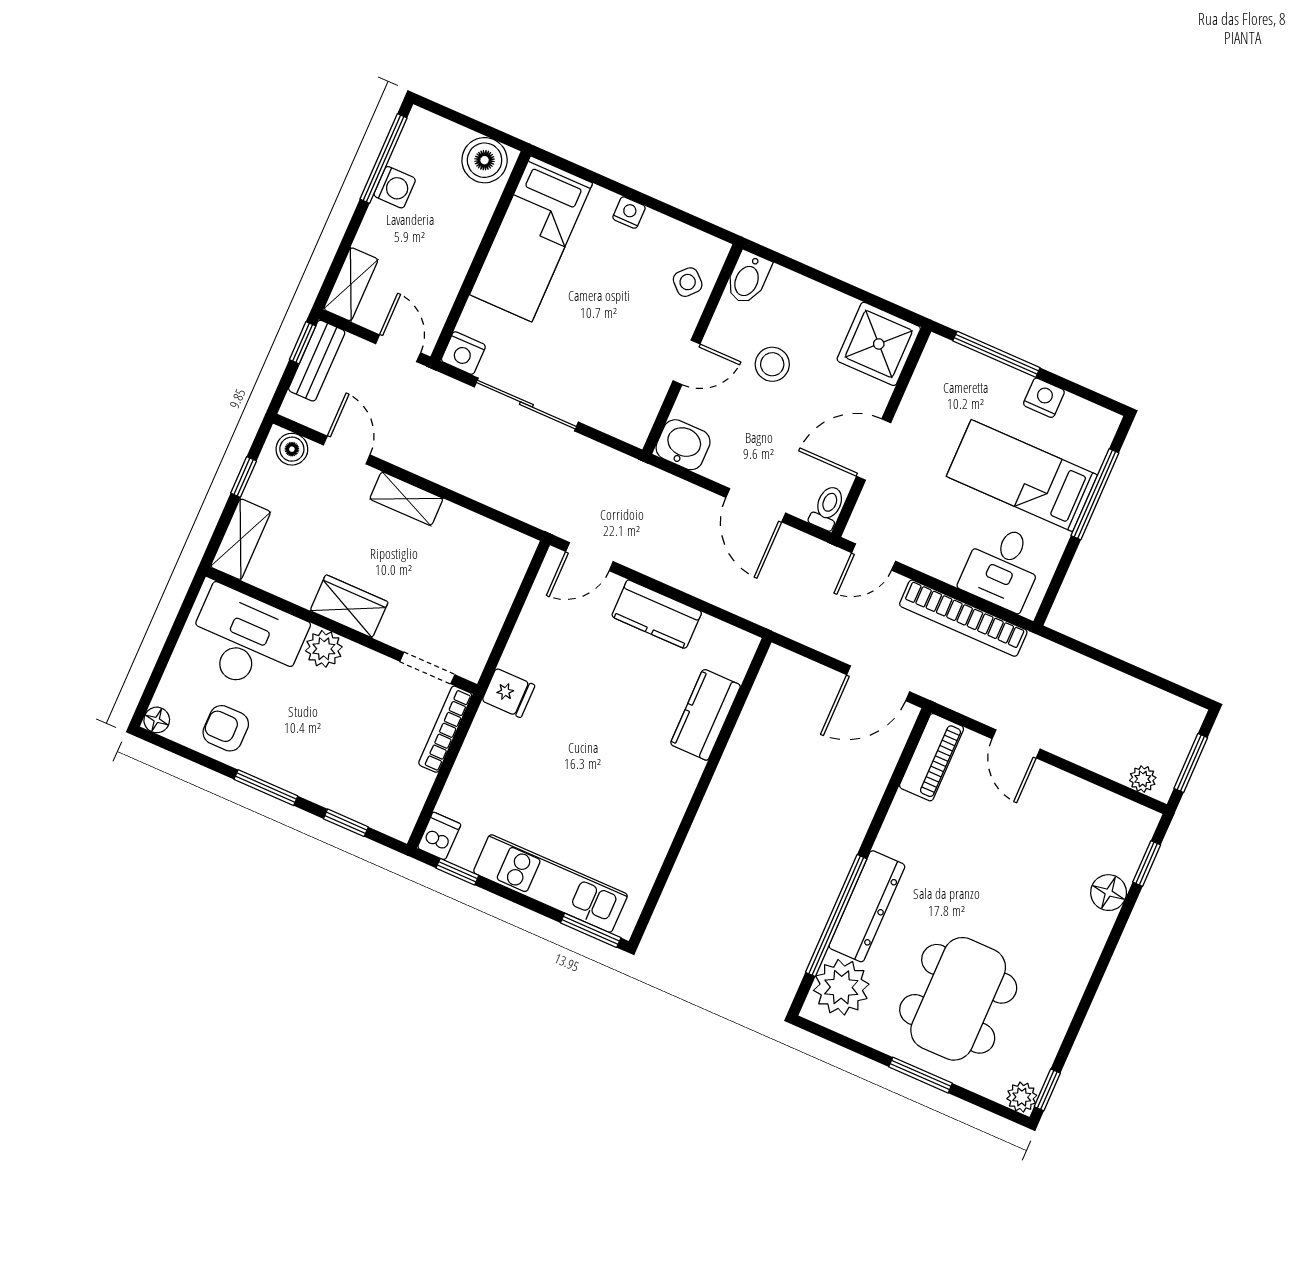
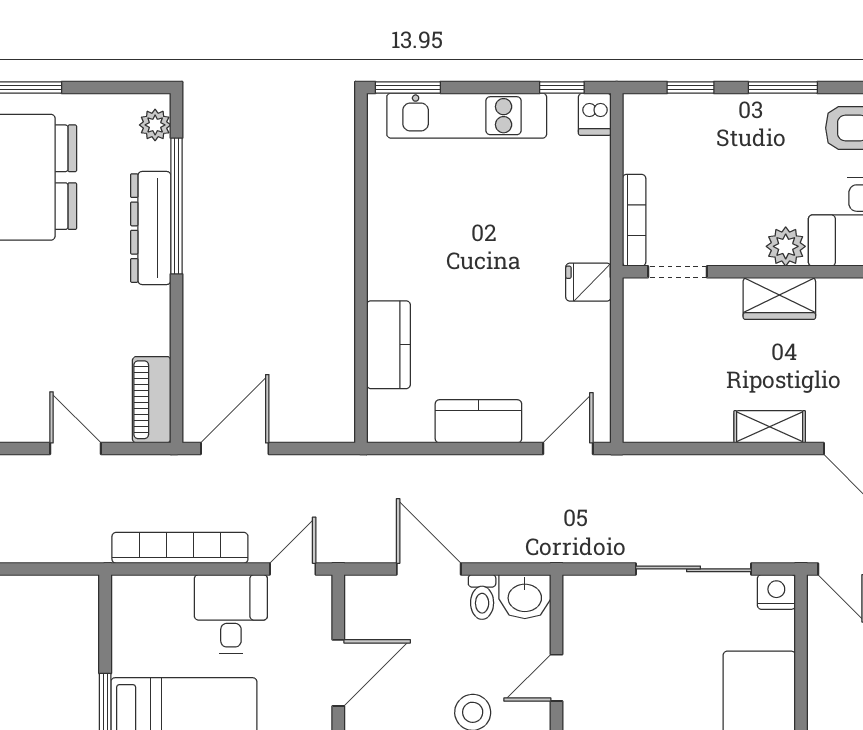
toilet: (827, 508) -> (482, 597), moved
desk: (1003, 567) -> (231, 614), moved
plant: (841, 987) -> (155, 125), width x0.53, depth x0.53

